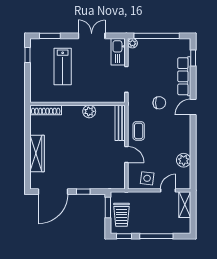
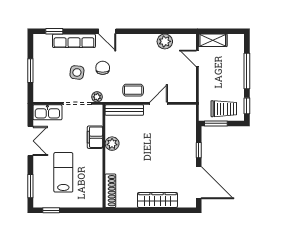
double door: (92, 36) -> (30, 141), swing flipped
window: (157, 36) -> (30, 71), width x0.47
plant: (132, 43) -> (97, 97), moved
lab bench: (63, 66) -> (63, 172), turned -90
filing cabinet: (95, 96) -> (95, 137), added
side table: (147, 178) -> (77, 72), moved

